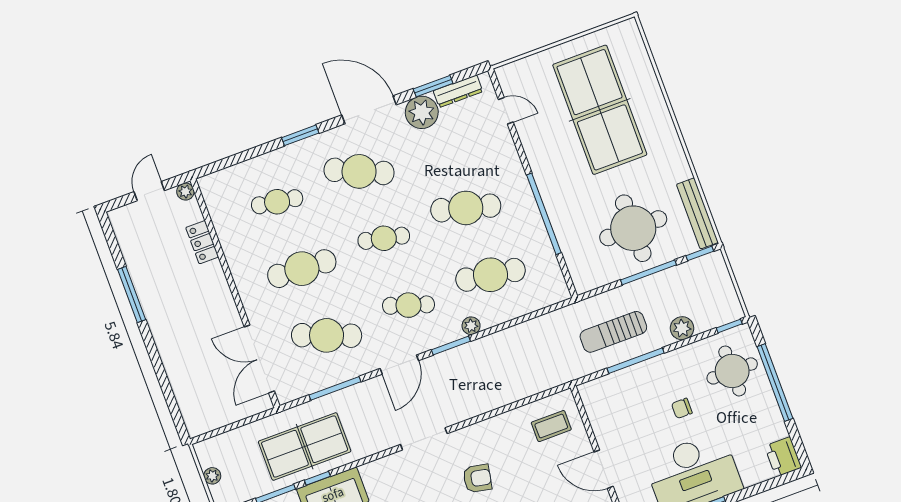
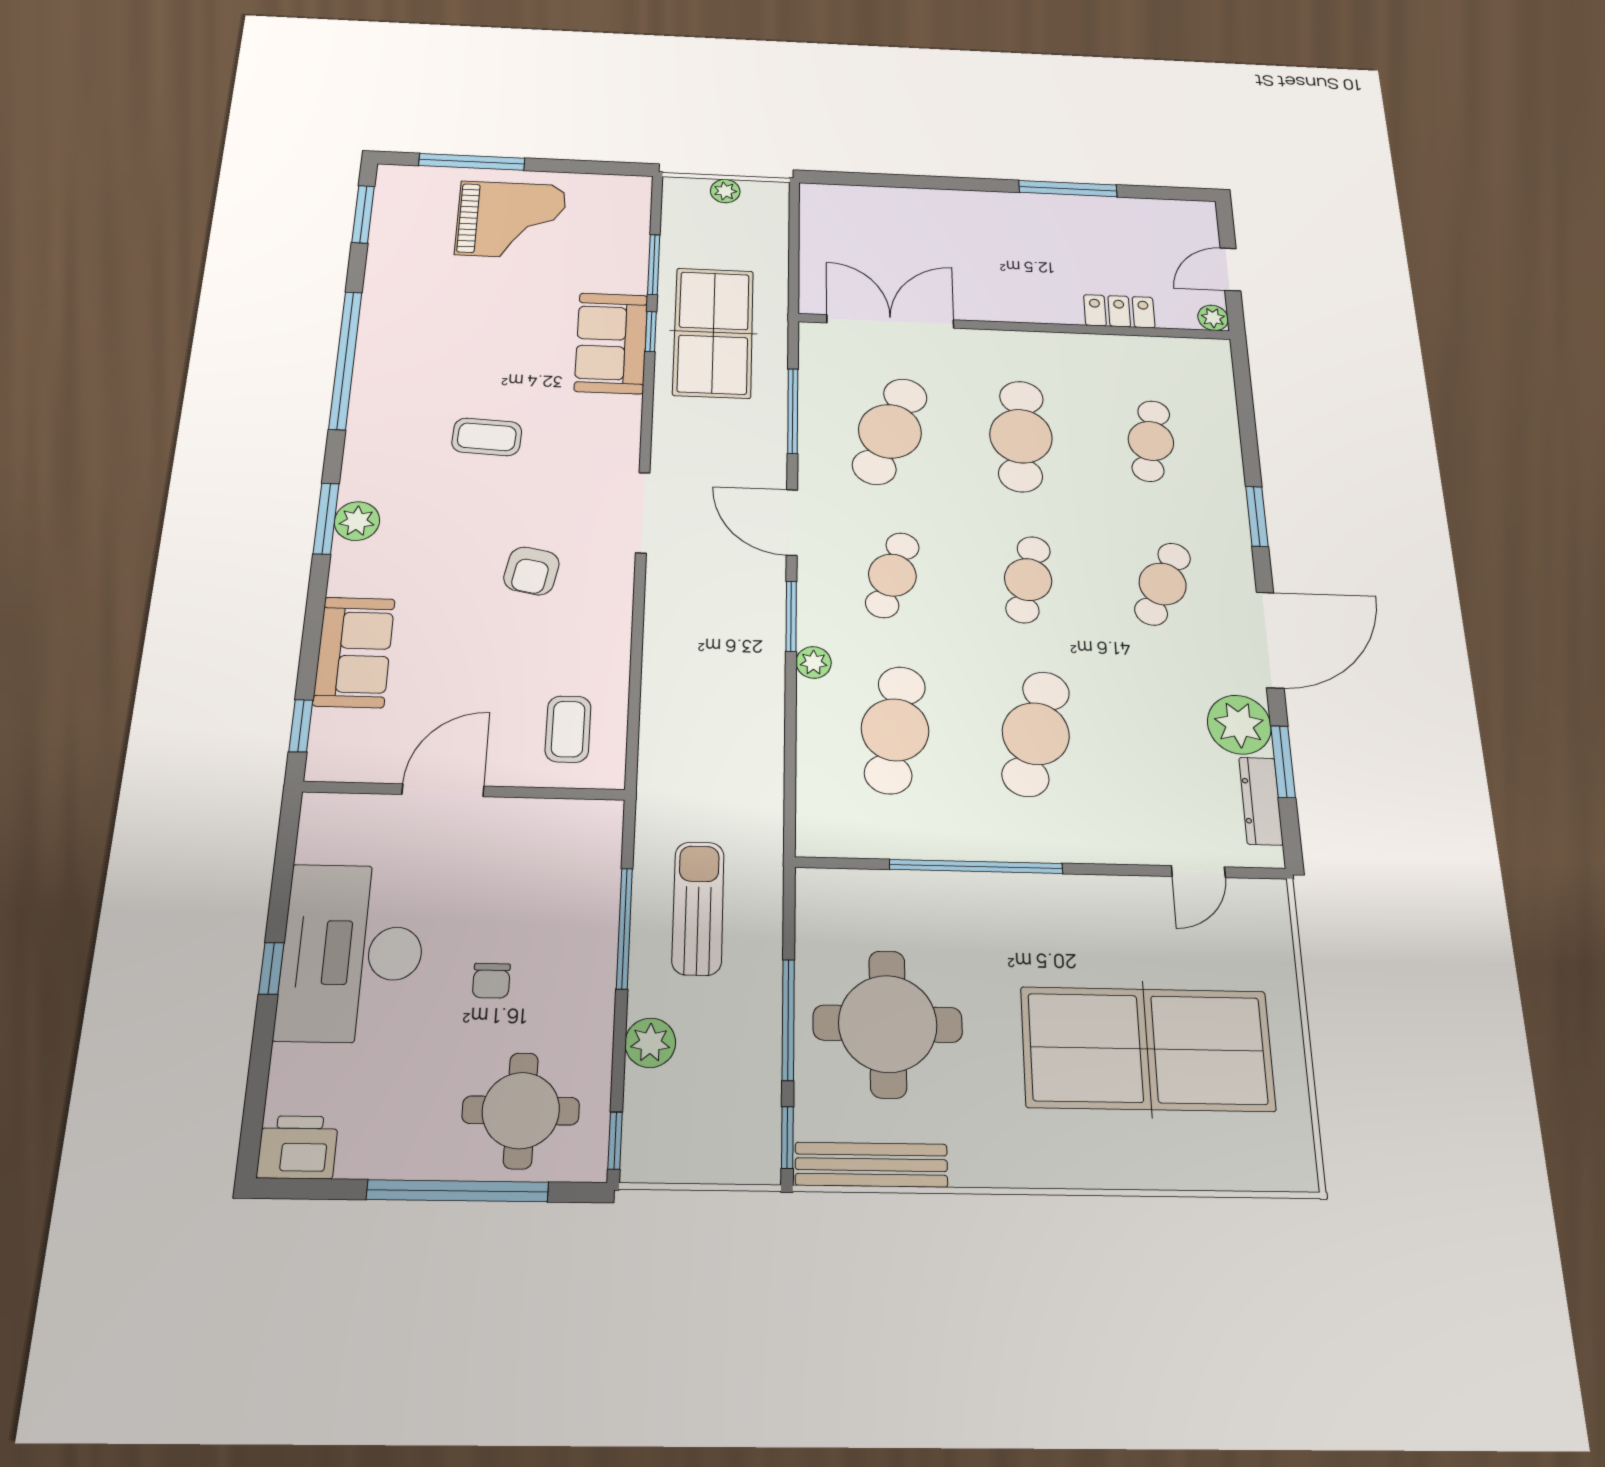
cafe table: (359, 171) -> (1163, 584), width x0.73, depth x0.74
door: (149, 191) -> (1230, 269), swing flipped
chair: (682, 408) -> (491, 981), turned 180

